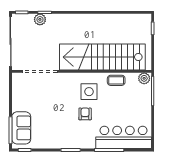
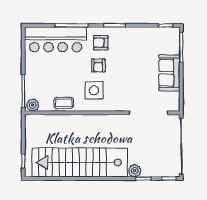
plant: (40, 19) -> (135, 171), moved
stairs: (102, 57) -> (80, 162), moved, turned 180
sofa: (21, 128) -> (169, 73), moved
armchair: (83, 134) -> (101, 43), added

